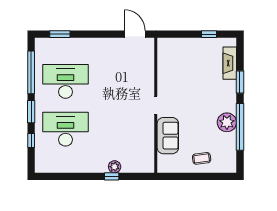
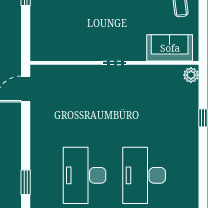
sofa: (168, 136) -> (170, 48), moved
plant: (115, 167) -> (191, 75), moved

